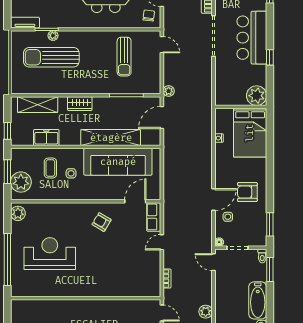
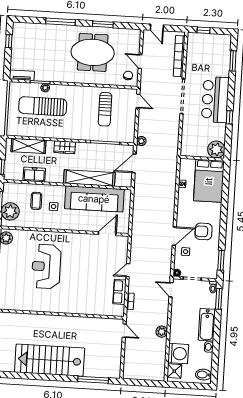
row of seats: (154, 217) -> (119, 292), moved
armchair: (102, 222) -> (77, 250), removed
reception desk: (50, 254) -> (46, 266), moved, turned -90

